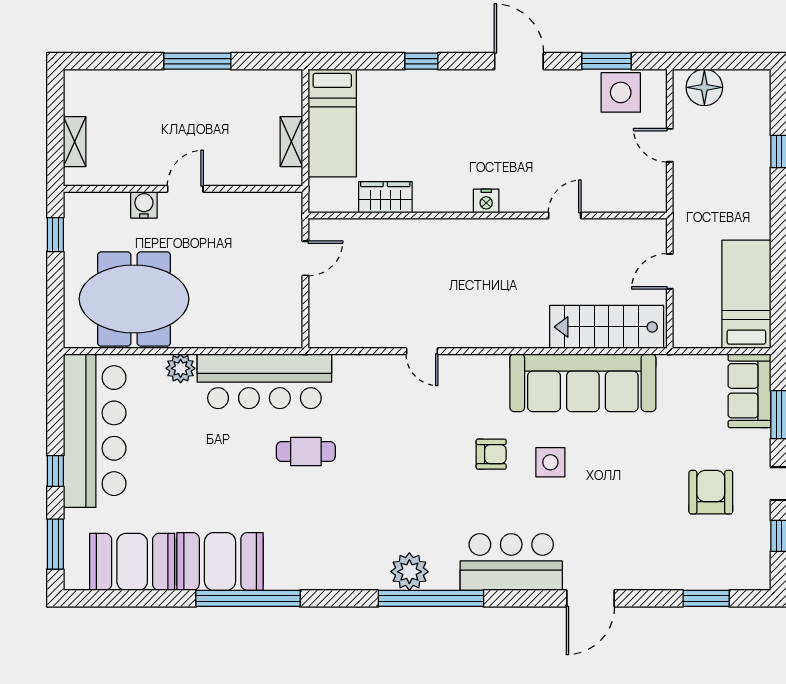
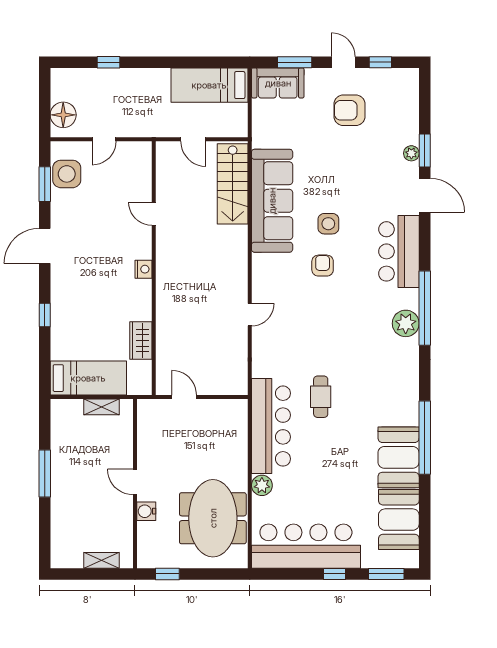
plant: (650, 580) -> (411, 153), added
window: (706, 598) -> (425, 151), moved

